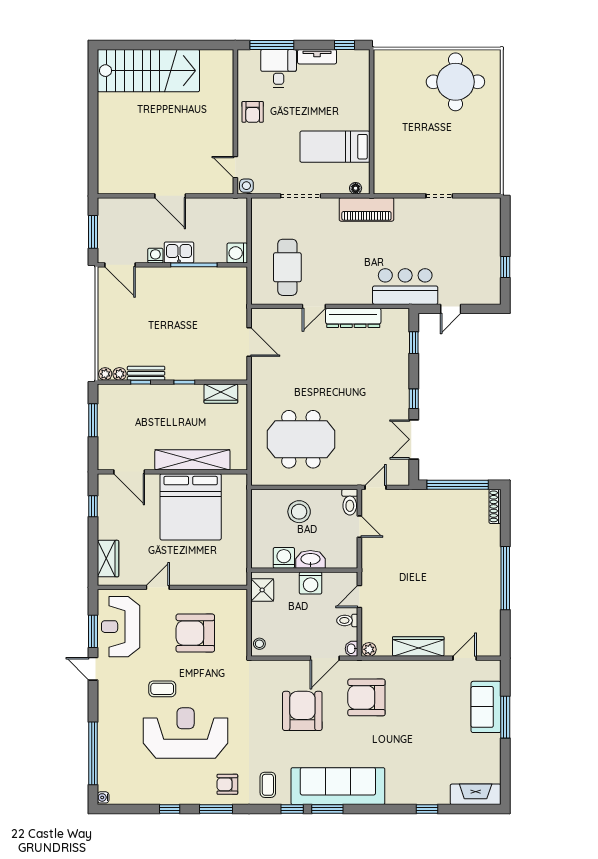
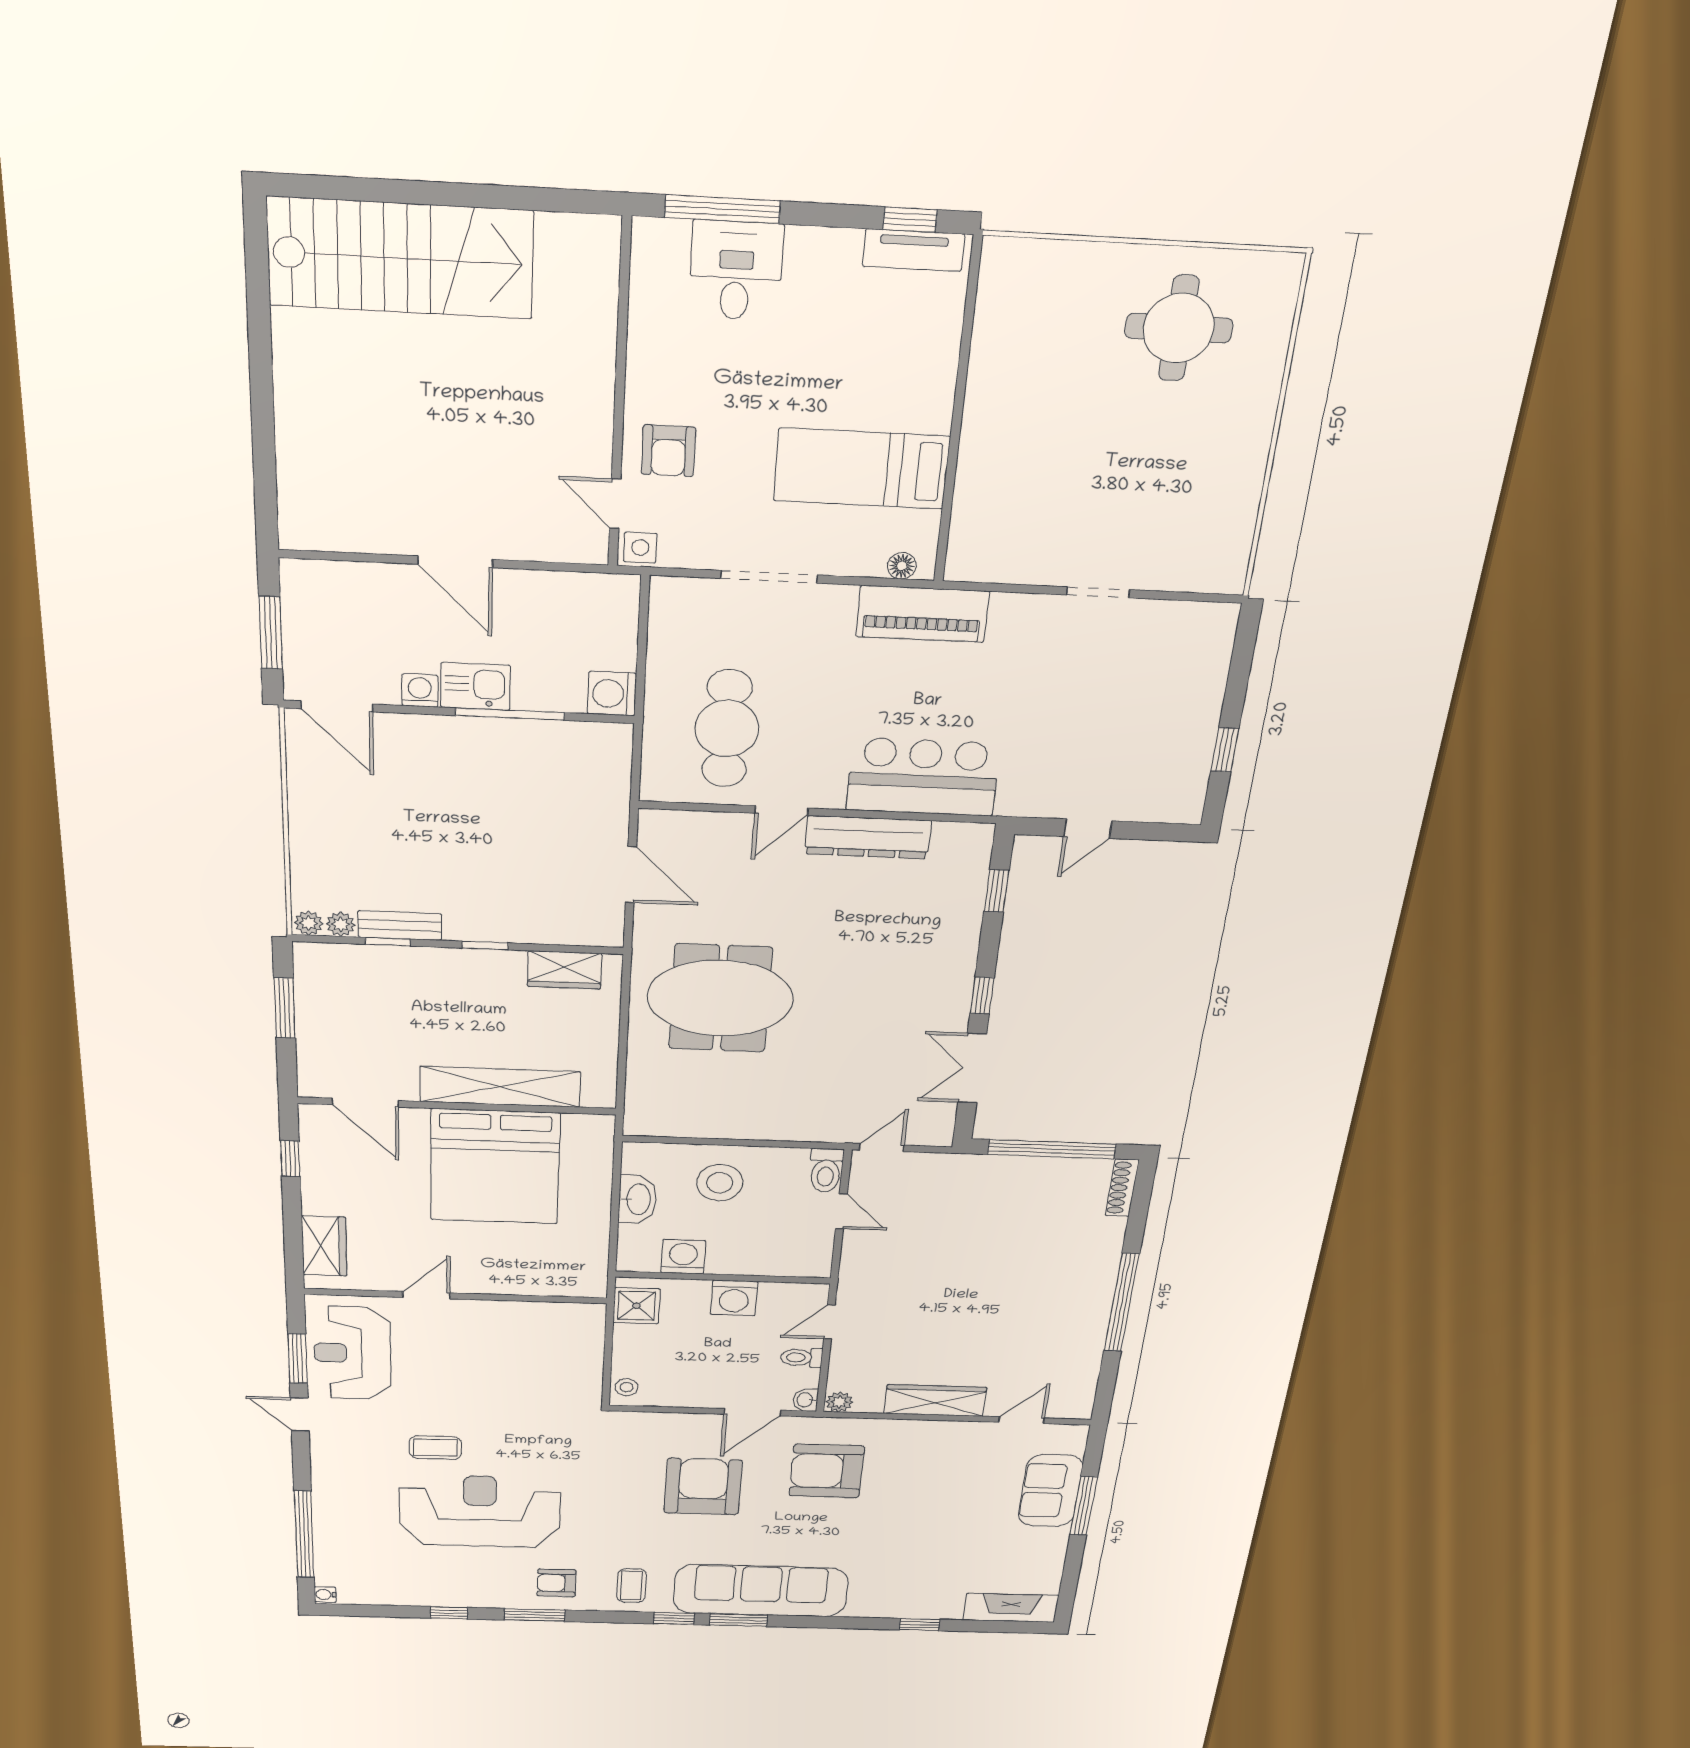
tv unit: (317, 57) -> (914, 250), moved
round table: (455, 82) -> (1179, 328), width x0.73, depth x0.73
armchair: (253, 112) -> (668, 451), moved
bar counter: (405, 287) -> (923, 777), moved
meeting table: (301, 439) -> (720, 998), moved
washbasin: (310, 559) -> (637, 1199), moved, turned 90
armchair: (195, 633) -> (501, 1367), removed

